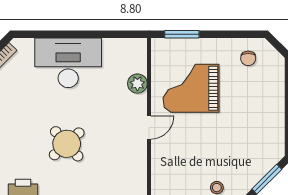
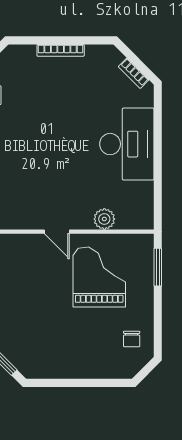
chair: (248, 58) -> (132, 339), turned -90
round table: (67, 144) -> (39, 142), removed

